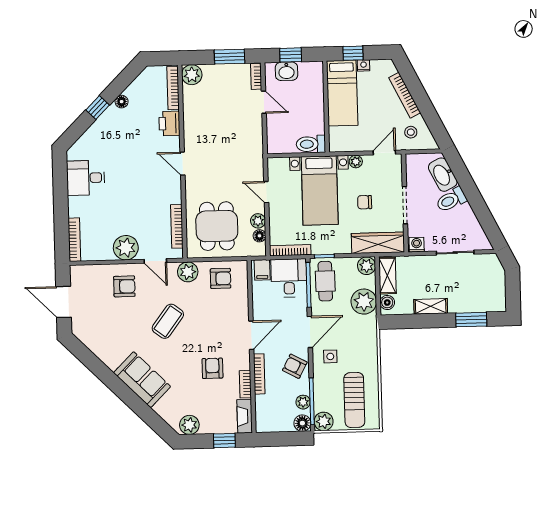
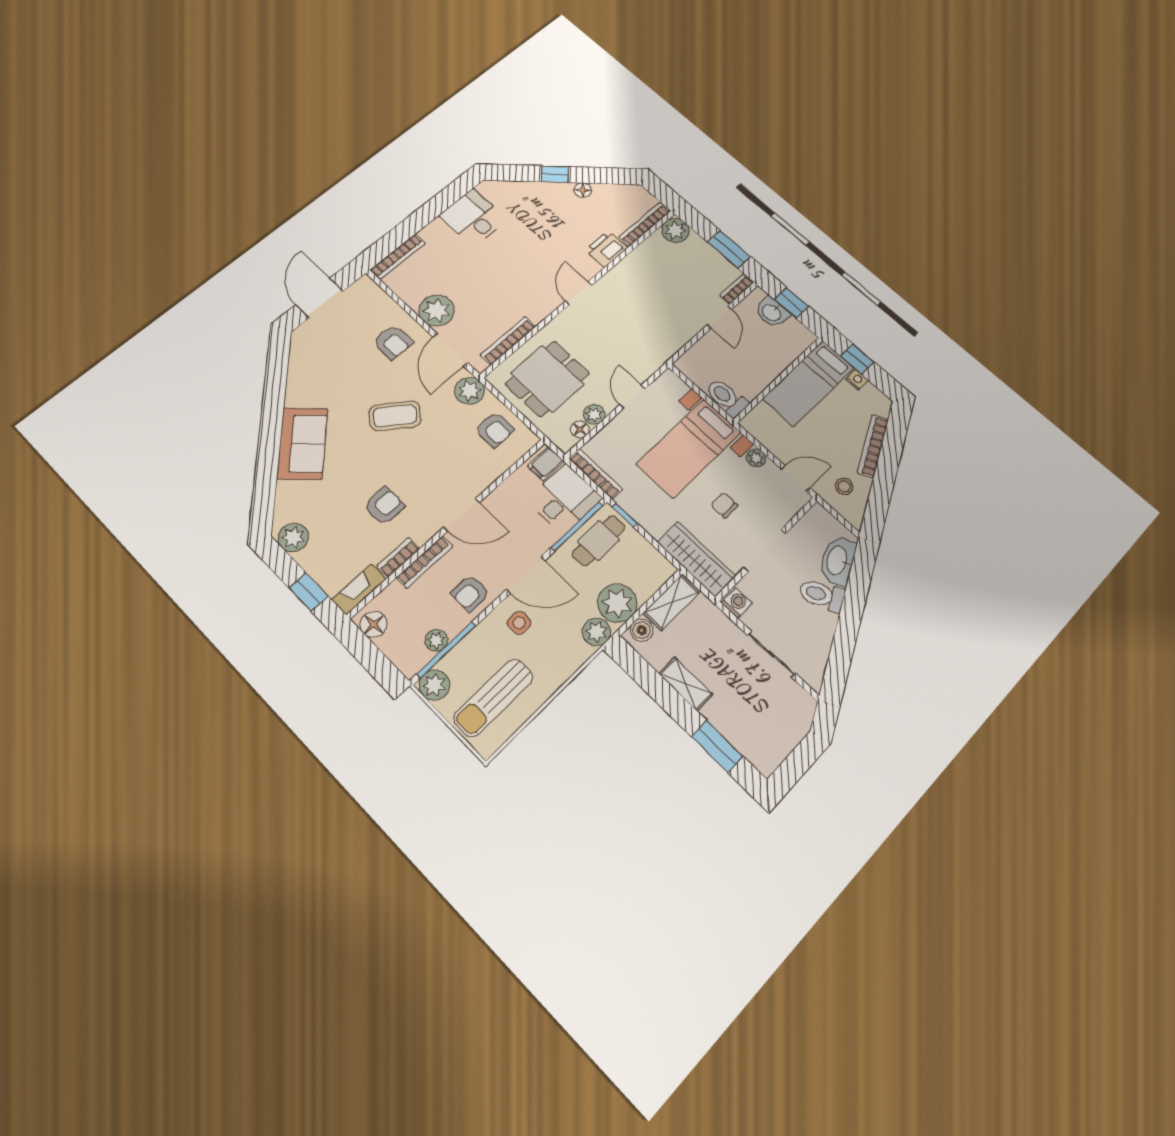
door: (155, 261) -> (450, 350), width x1.38
plant: (367, 266) -> (596, 632), moved
armchair: (295, 366) -> (470, 593), turned -118
floor lamp: (302, 423) -> (374, 624), moved

